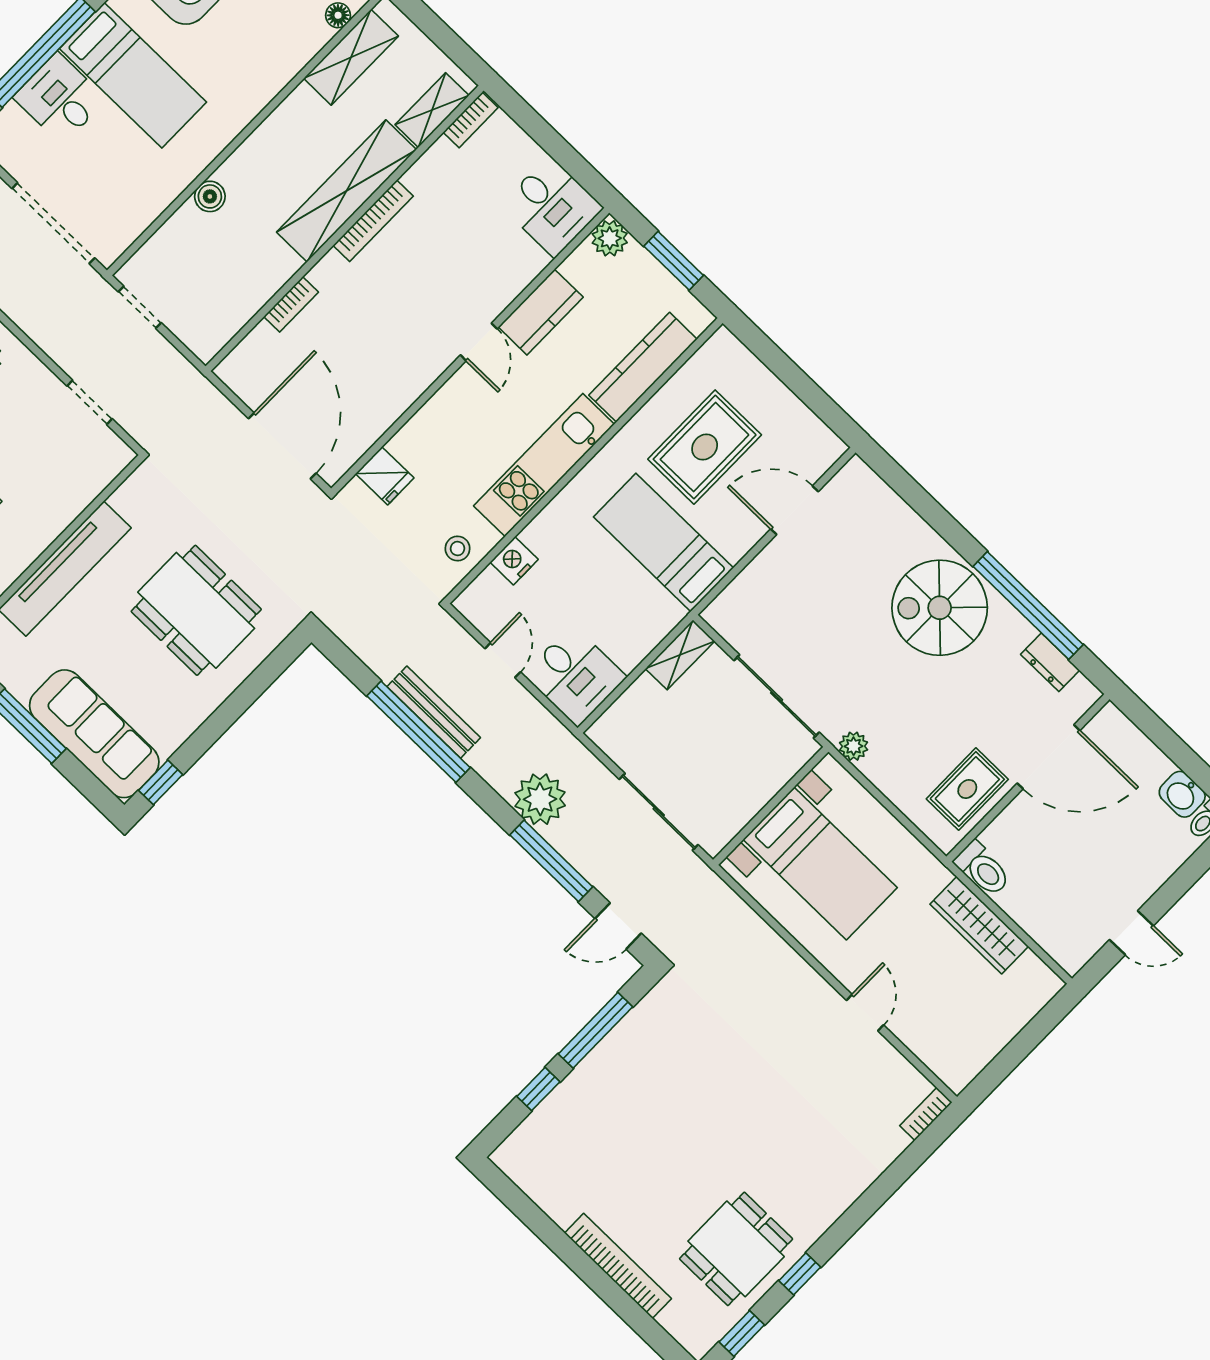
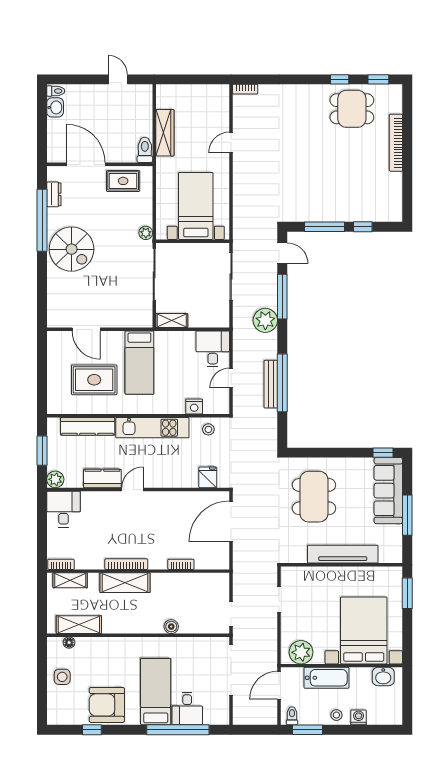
shelving: (346, 191) -> (125, 583), width x0.68

